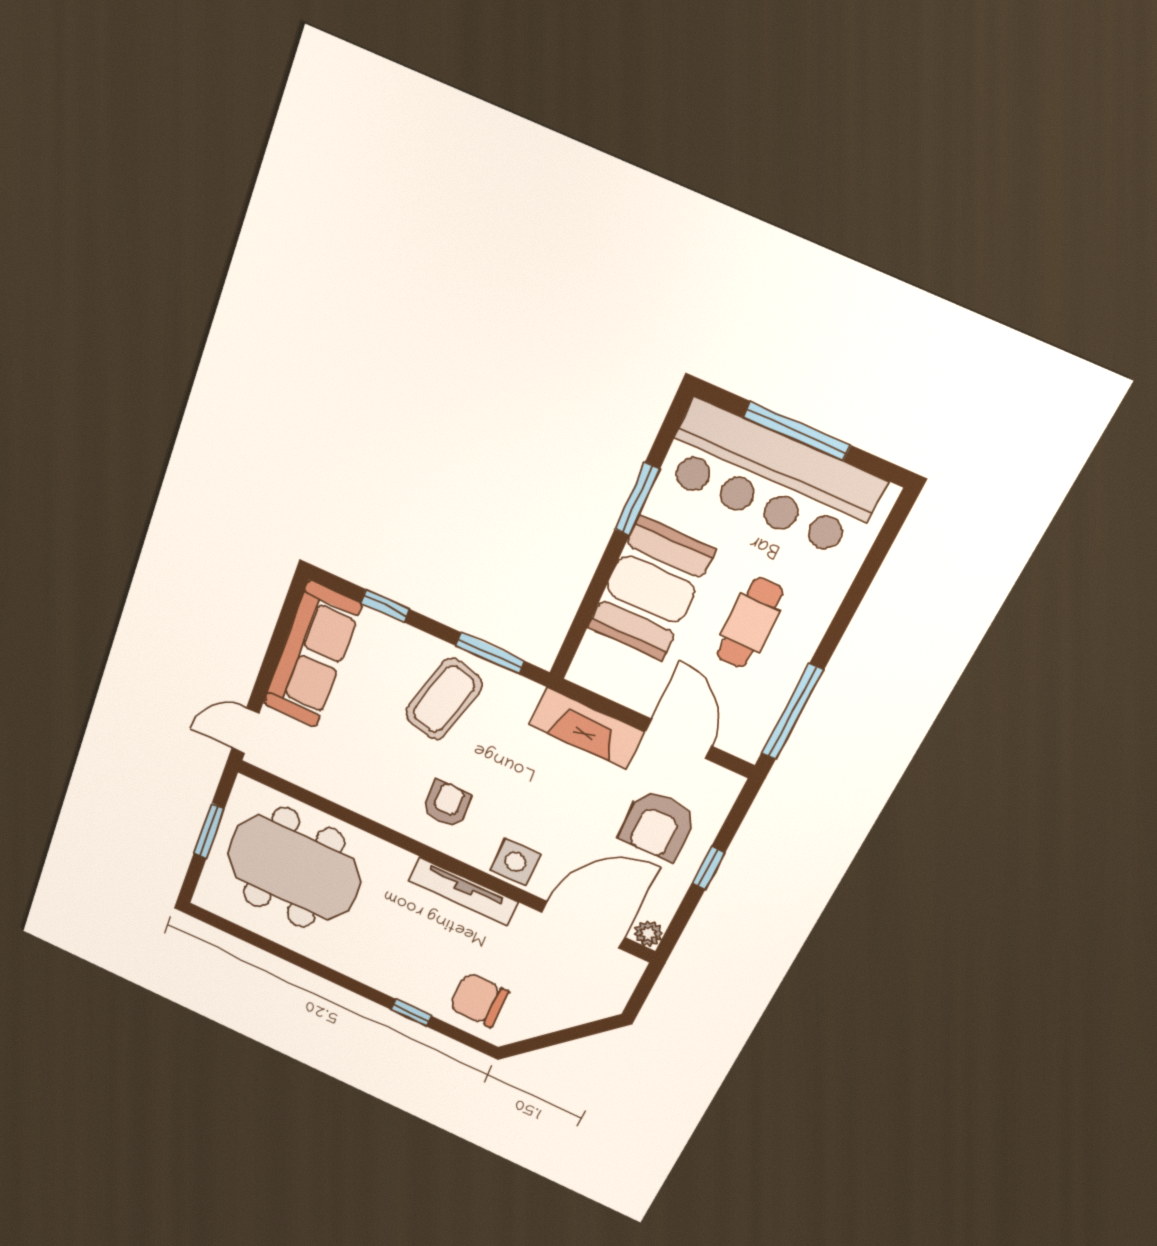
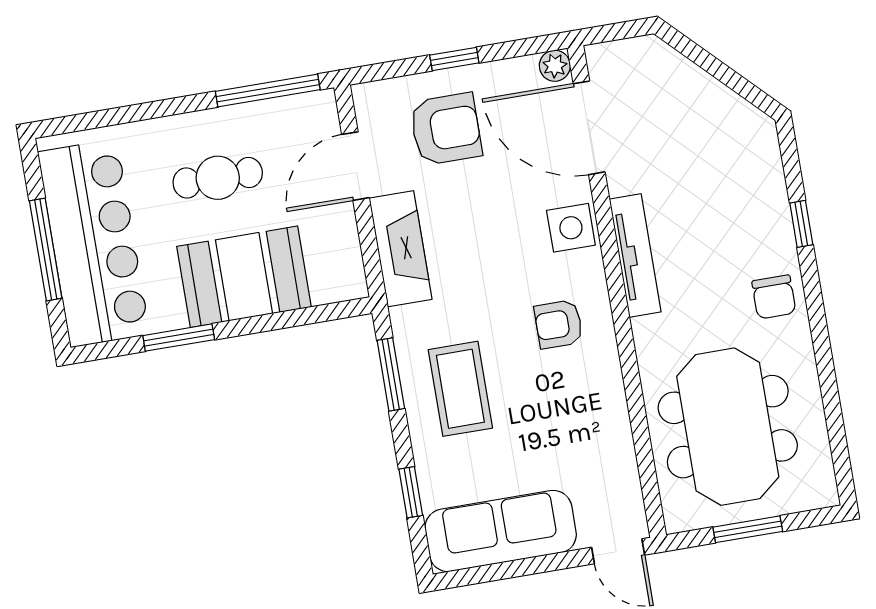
coffee table: (444, 699) -> (460, 389), turned 75
chair: (479, 1000) -> (774, 297), moved, width x0.73, depth x0.73

